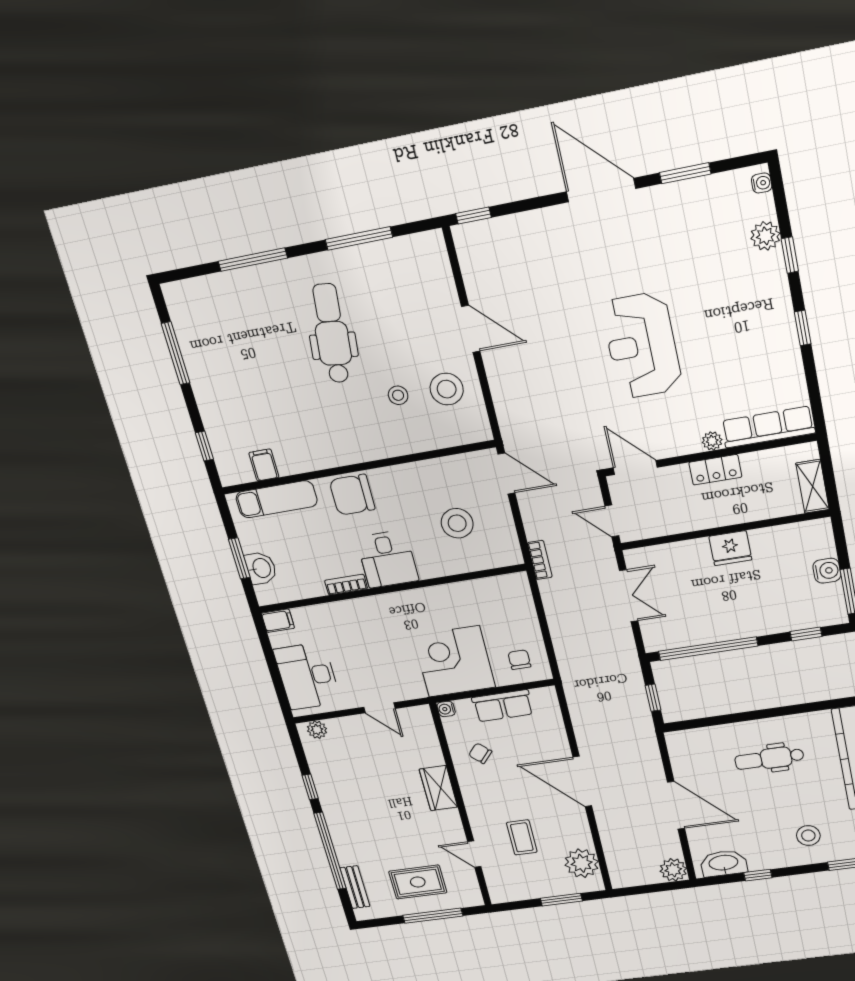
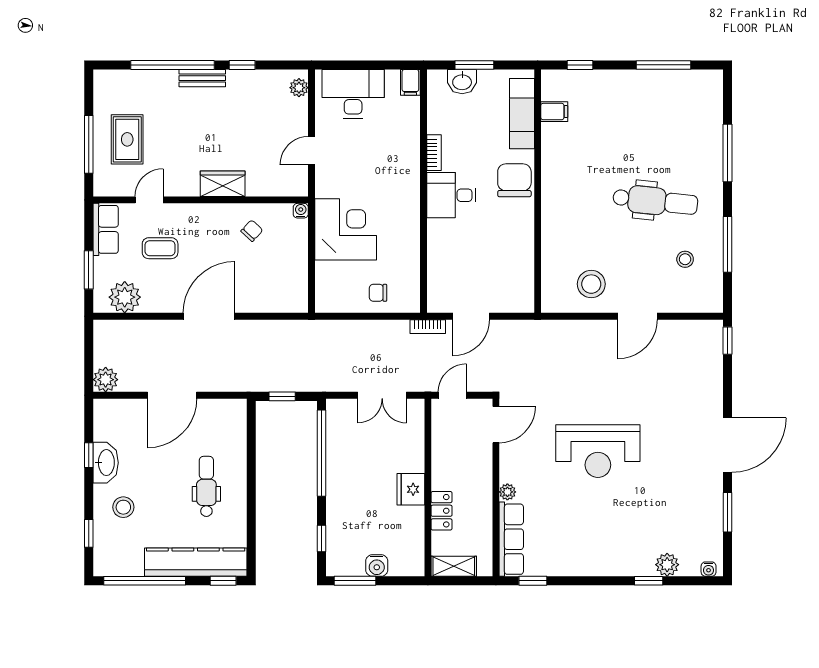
window: (803, 328) -> (533, 581), moved
reception desk: (642, 346) -> (598, 451), turned 180
stool: (398, 395) -> (685, 259), moved
locker: (715, 470) -> (442, 511), moved, turned 180
door: (506, 474) -> (471, 316), moved
stool: (457, 523) -> (473, 264), removed
chair: (519, 660) -> (378, 293), moved, turned 180
row of seats: (503, 706) -> (106, 229), moved, turned 180
washbasin: (724, 863) -> (106, 463), moved
bench: (355, 887) -> (202, 78), moved

